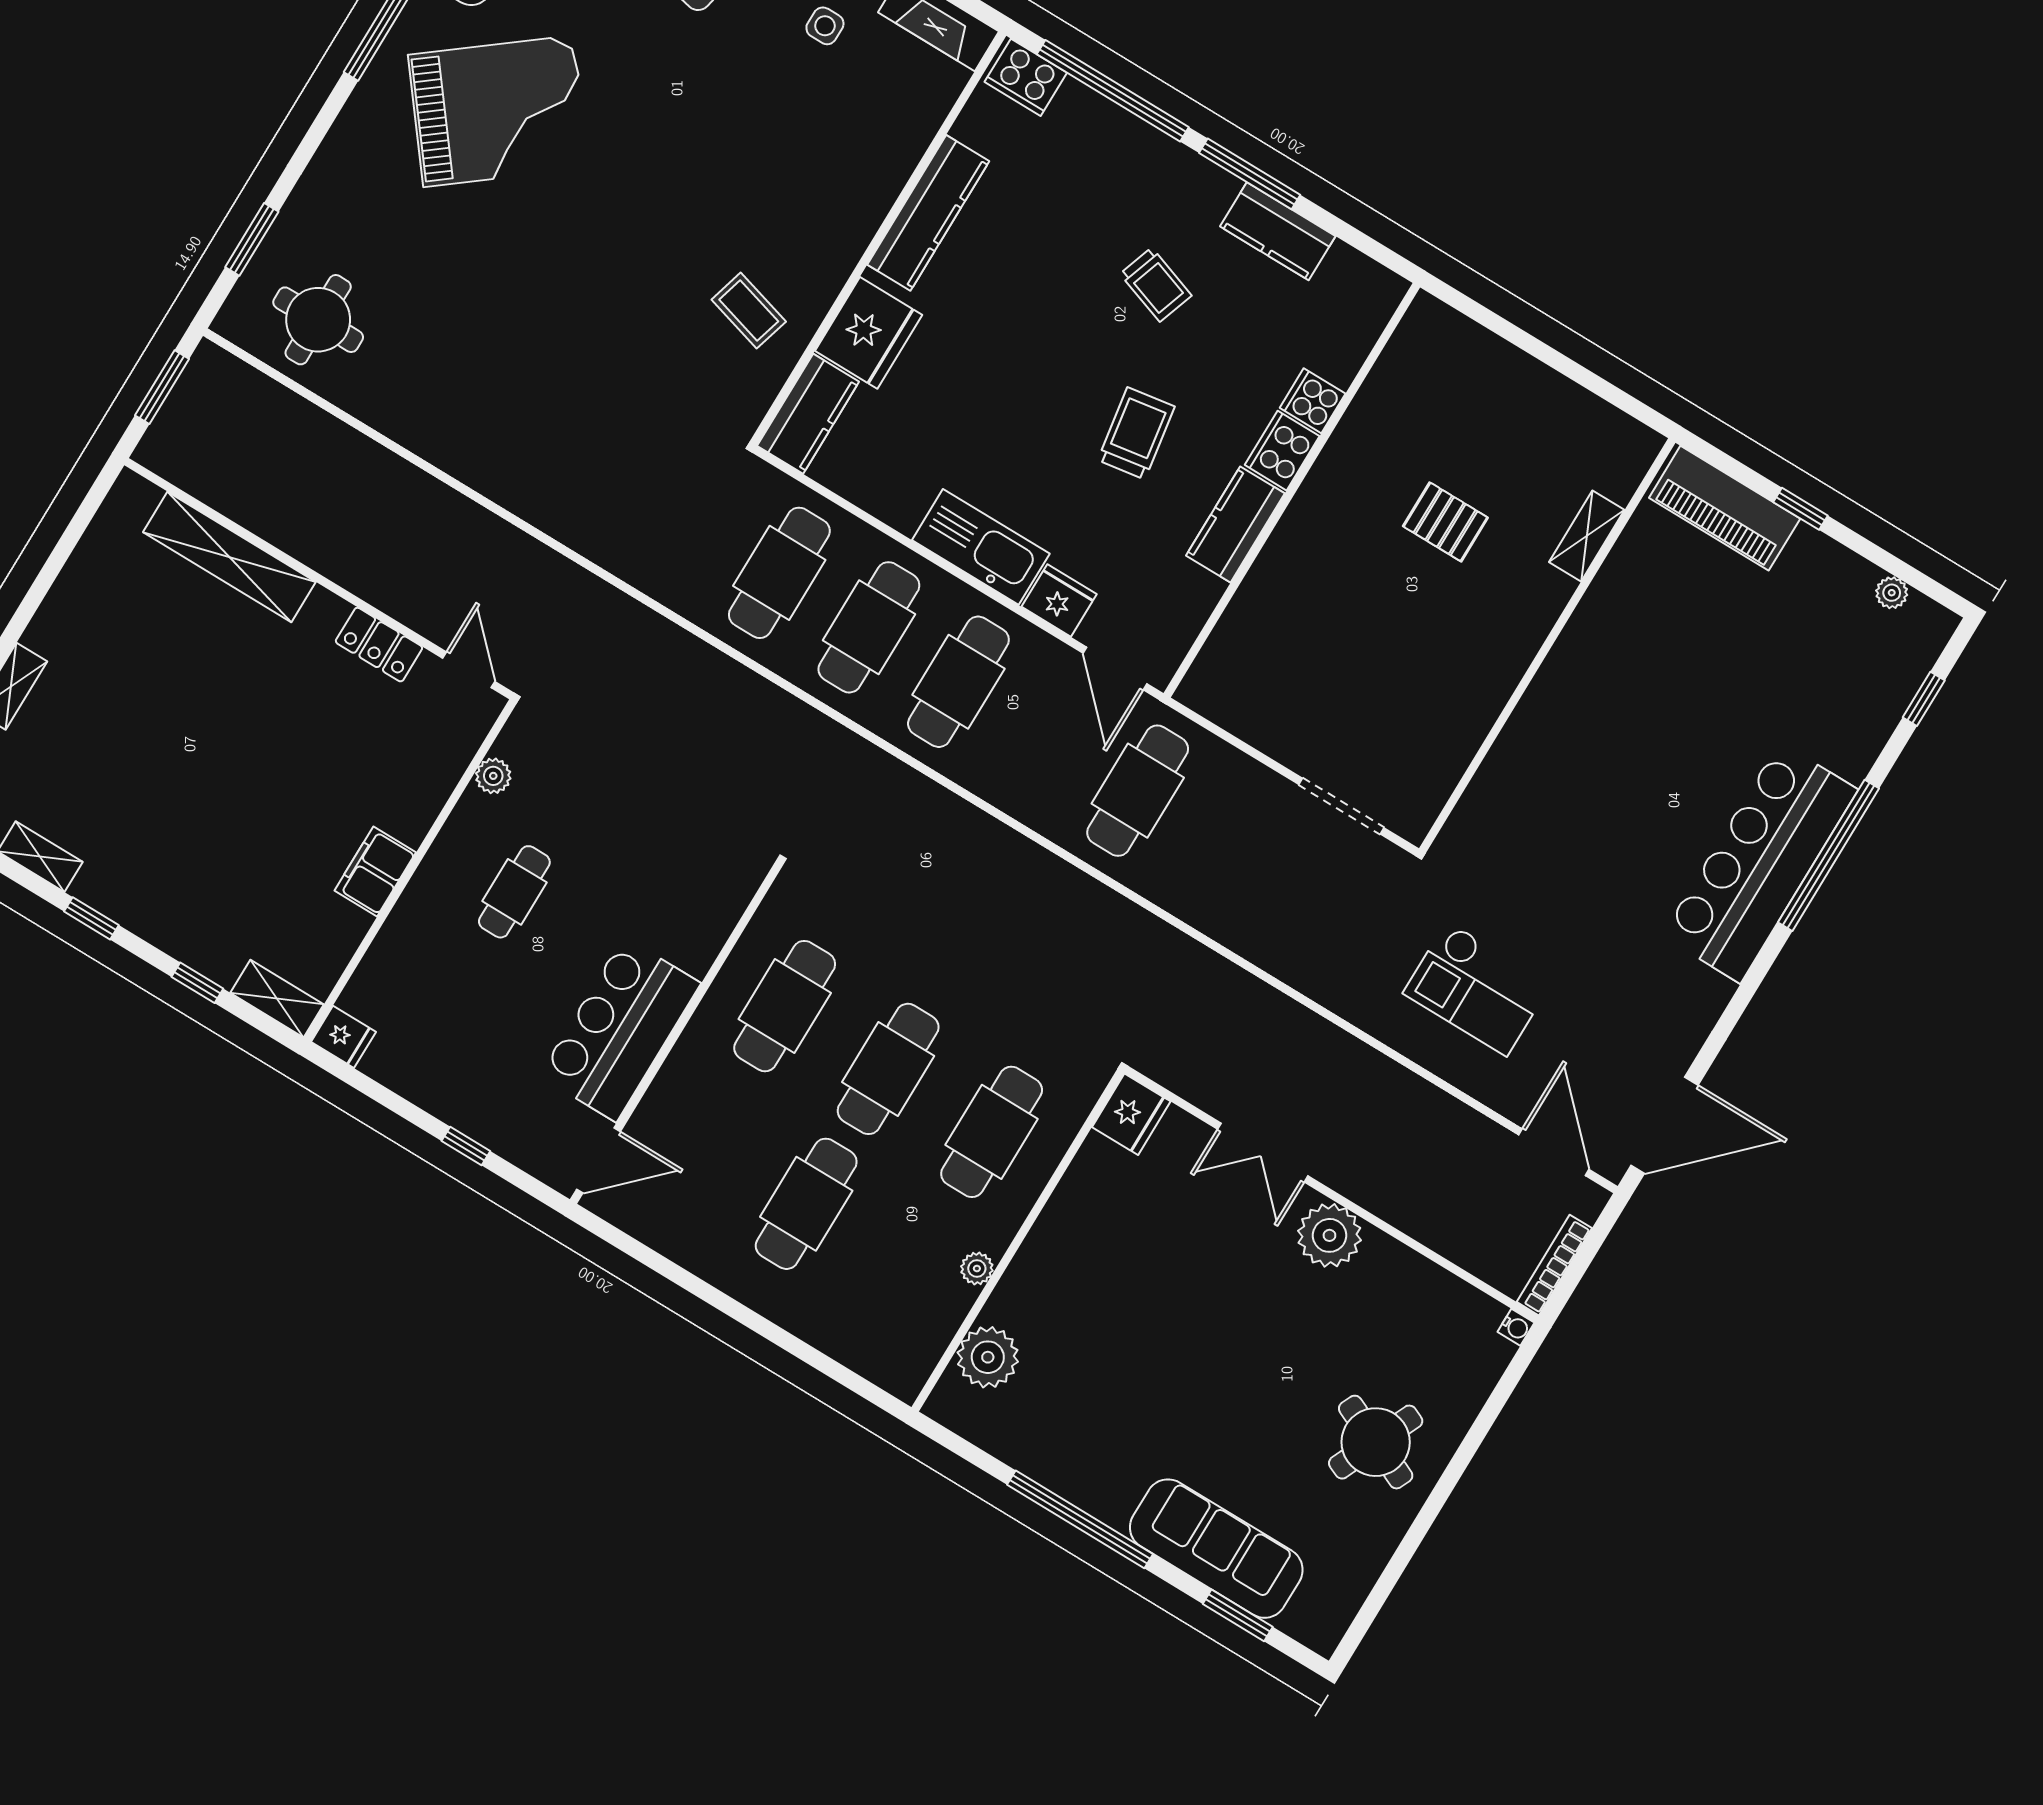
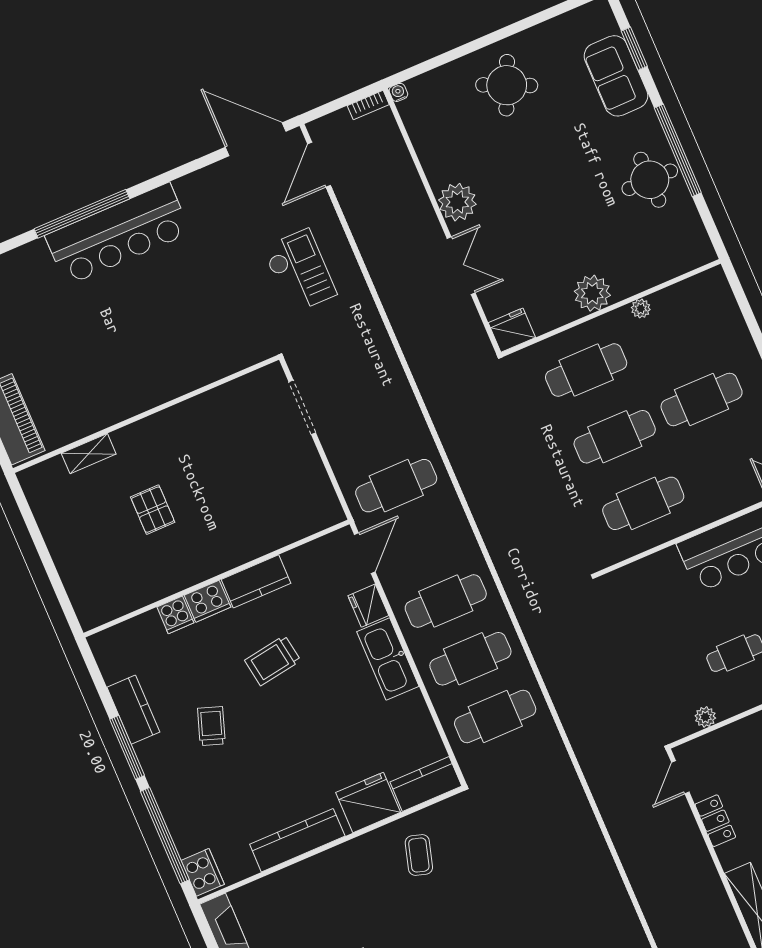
bookcase: (1554, 1265) -> (368, 105), width x0.64
plant: (988, 1357) -> (592, 293), moved
round table: (1090, 1452) -> (650, 180), added
sofa: (1216, 1549) -> (616, 76), width x0.73

